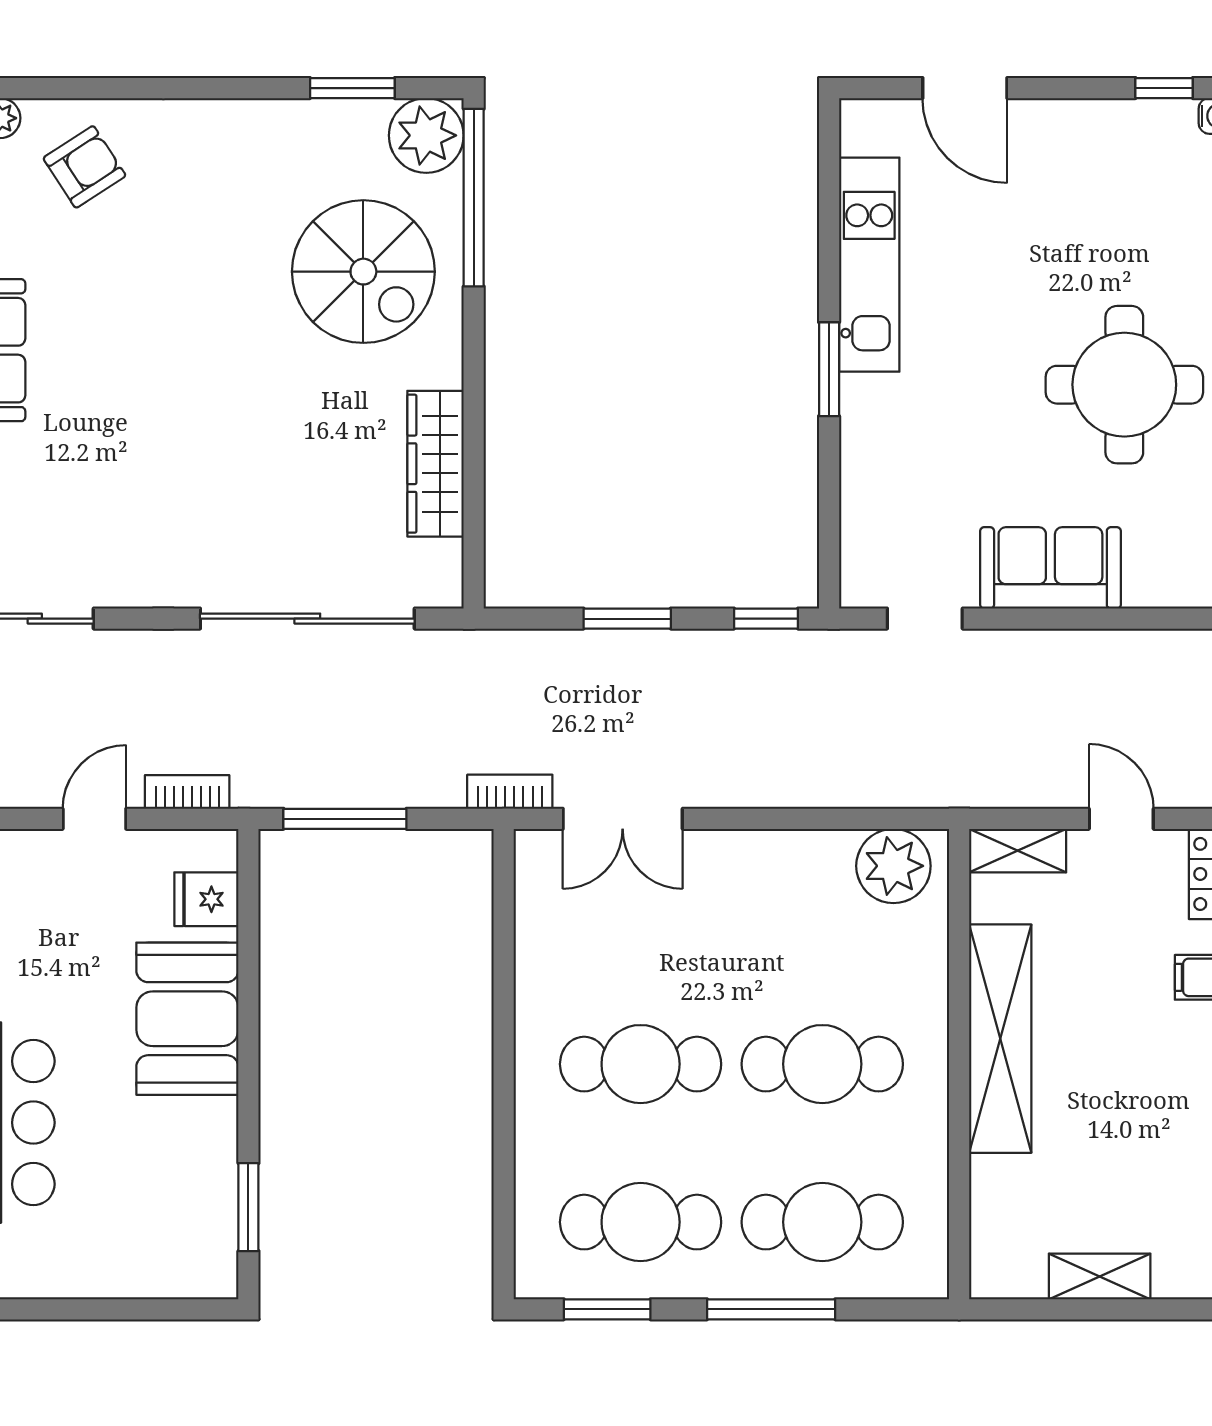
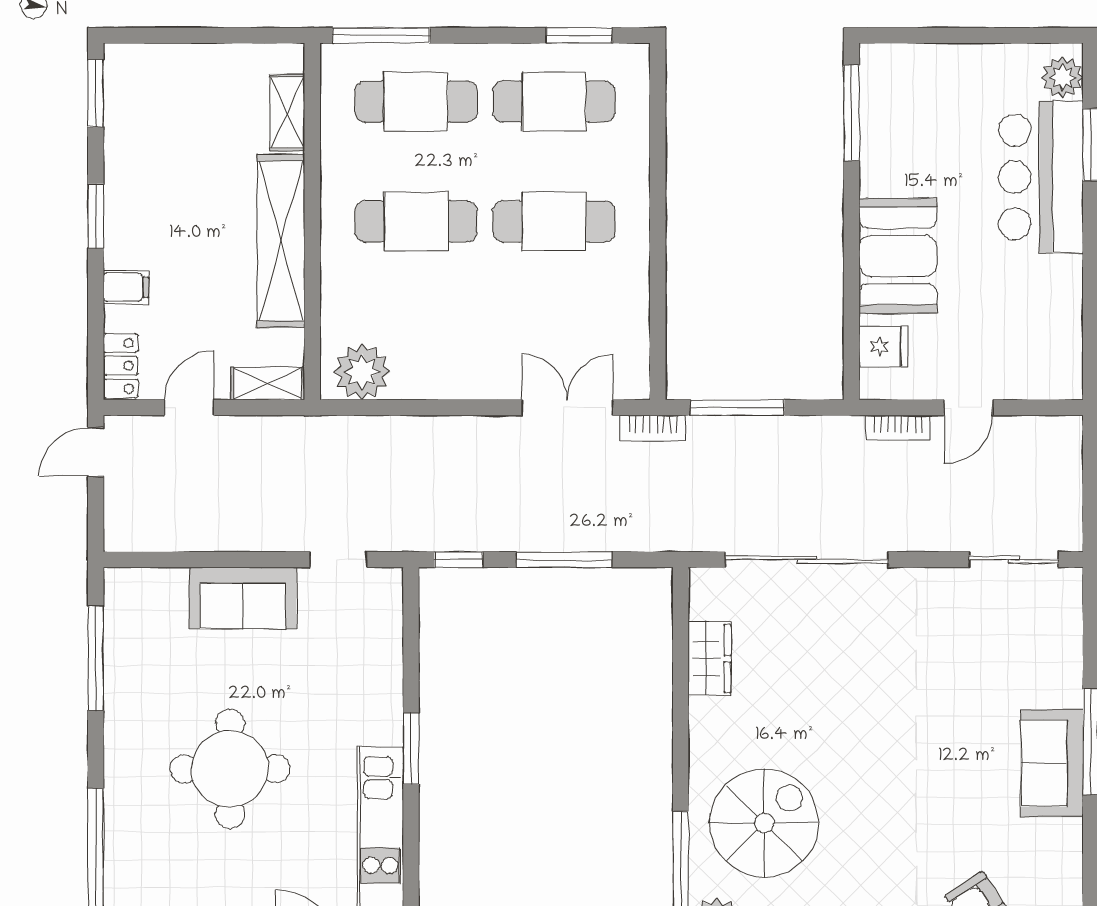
spiral stairs: (363, 272) -> (764, 823), turned 90
round table: (1124, 385) -> (230, 769), moved
wardrobe: (435, 464) -> (710, 659), width x0.67
window: (627, 619) -> (564, 560), width x1.44
window: (345, 819) -> (738, 408), moved
door: (1121, 819) -> (189, 408), swing flipped
window: (248, 1207) -> (852, 113), width x1.44
shelving: (1100, 1276) -> (287, 113), moved, turned 90
window: (771, 1309) -> (381, 35), moved

